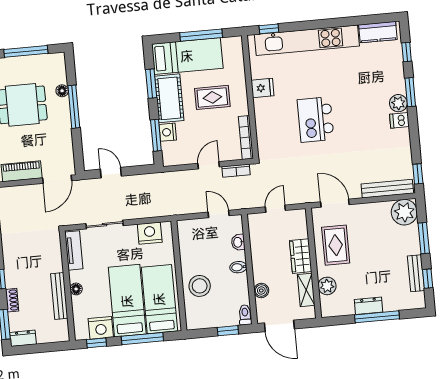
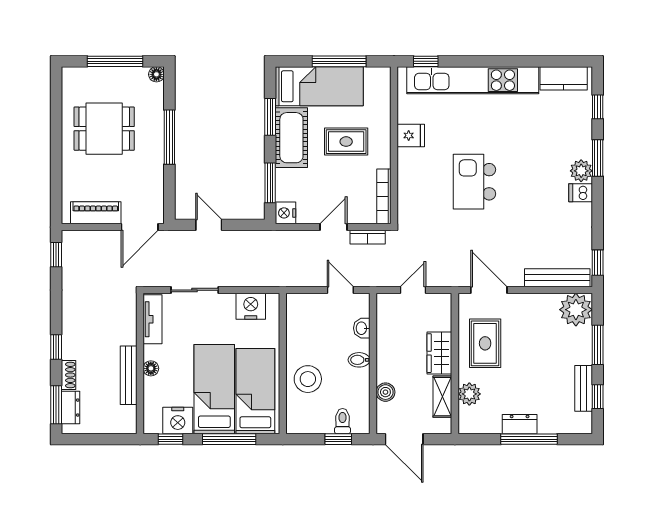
floor lamp: (62, 91) -> (156, 74), moved
nightstand: (168, 132) -> (286, 213), moved
toilet: (245, 315) -> (343, 421), moved
dresser: (23, 338) -> (71, 408), moved, turned 90

